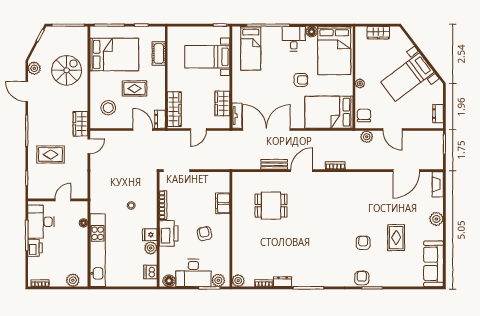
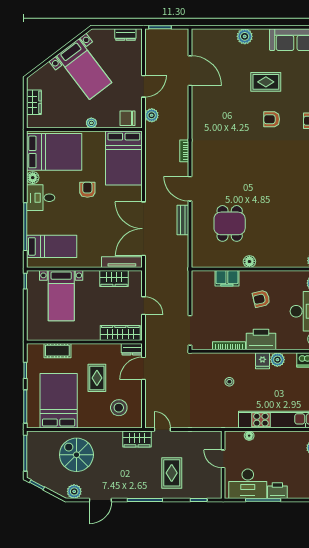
tv unit: (237, 116) -> (122, 262), width x1.41
fireplace: (438, 184) -> (206, 35), removed
floor lamp: (237, 223) -> (249, 262), added

